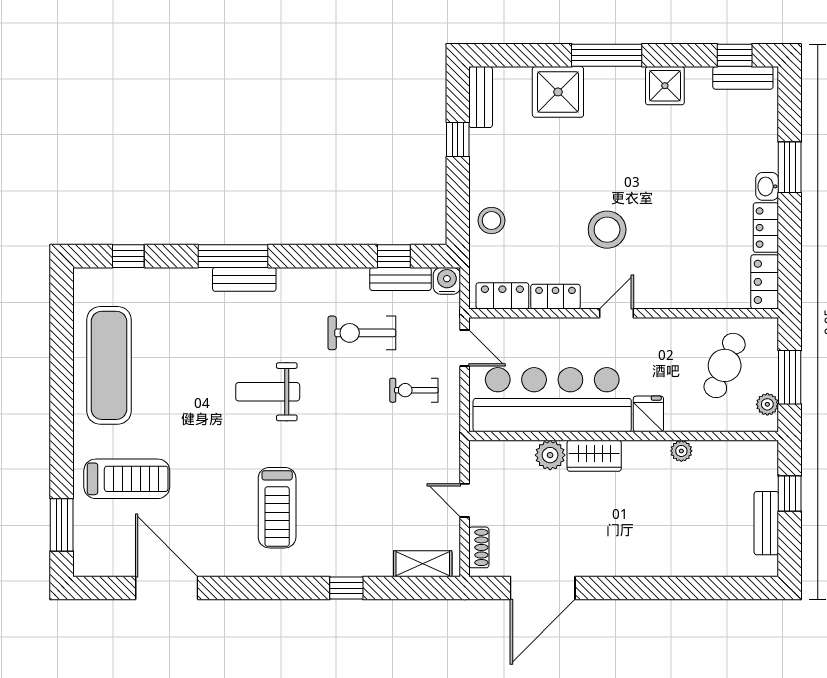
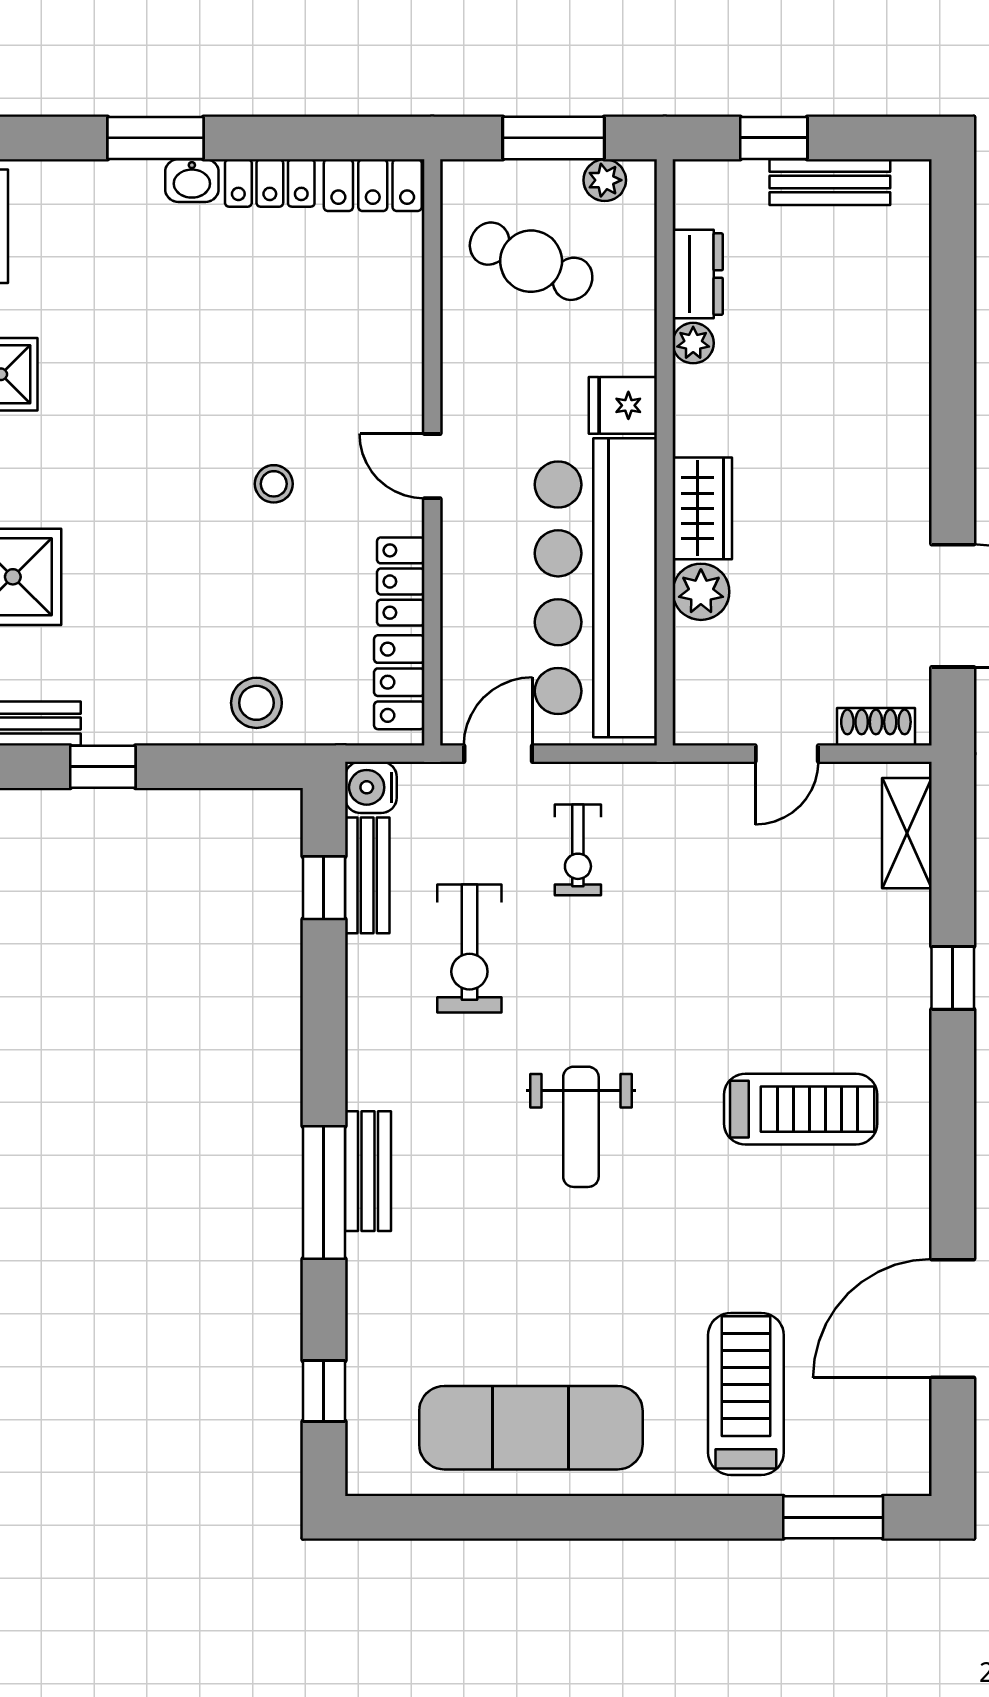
stool: (607, 230) -> (274, 484), width x0.53, depth x0.53
dresser: (718, 453) -> (698, 274), added

